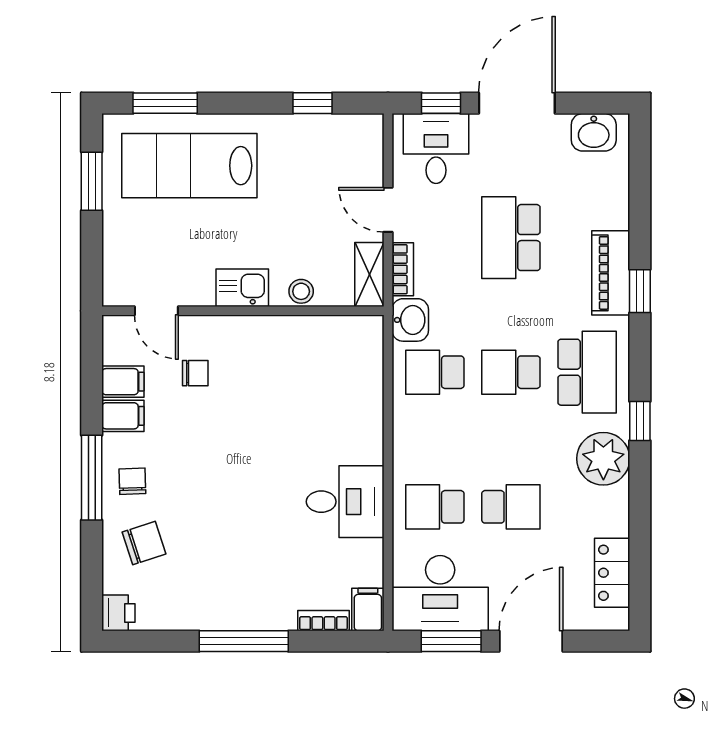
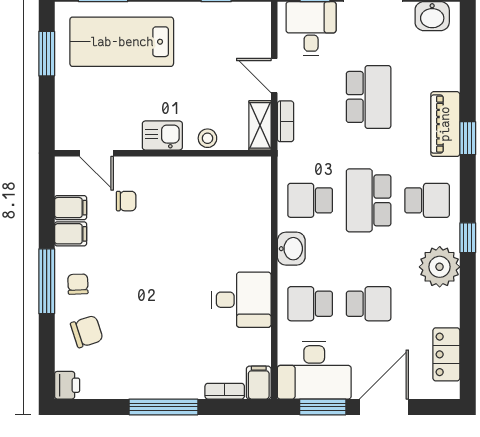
school desk: (511, 238) -> (369, 97), turned 180
washbasin: (410, 320) -> (291, 249), moved
school desk: (511, 372) -> (369, 200), width x1.85
school desk: (587, 372) -> (427, 200), width x0.54

